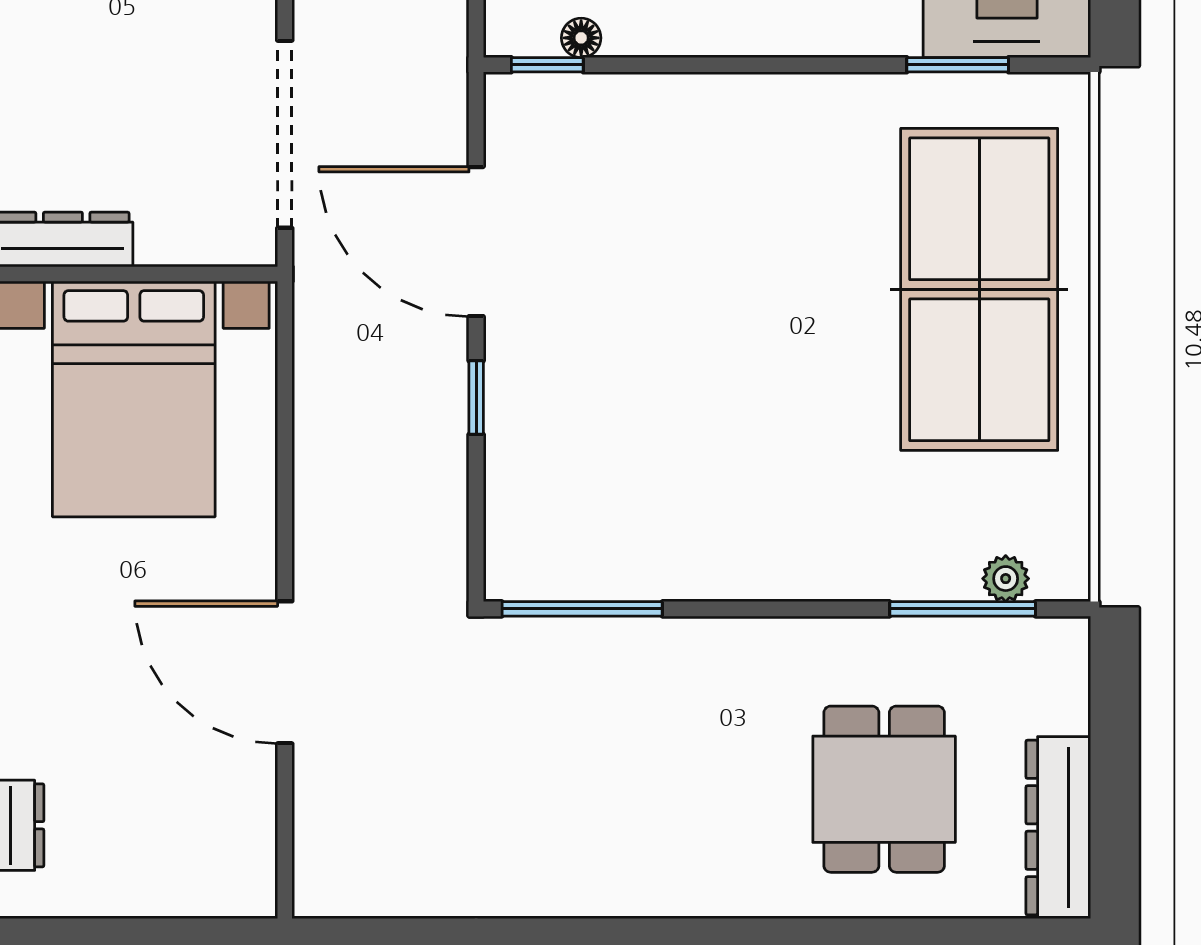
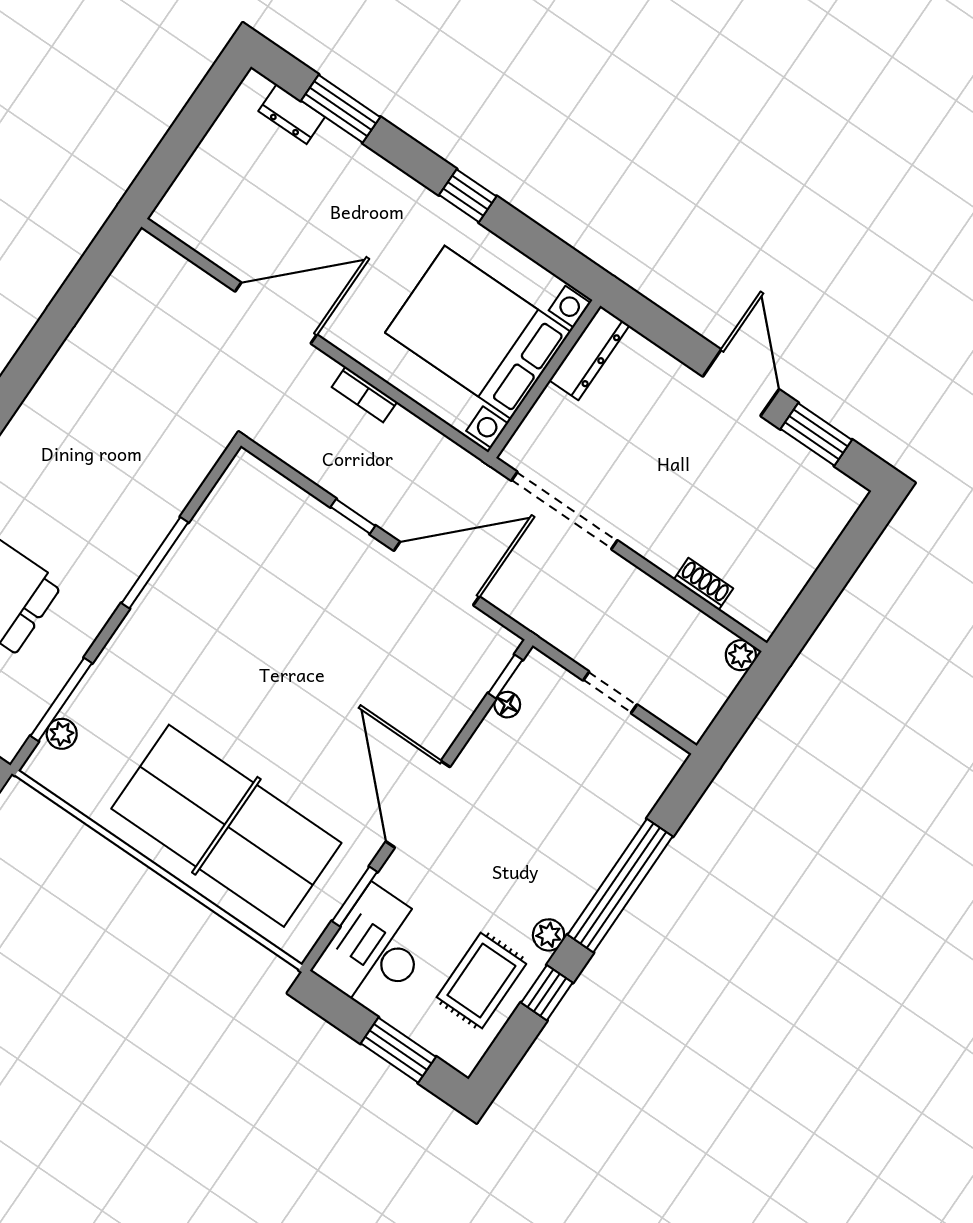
door: (785, 65) -> (418, 804), added
bookcase: (311, 489) -> (364, 394), added
window: (582, 609) -> (155, 563), moved

